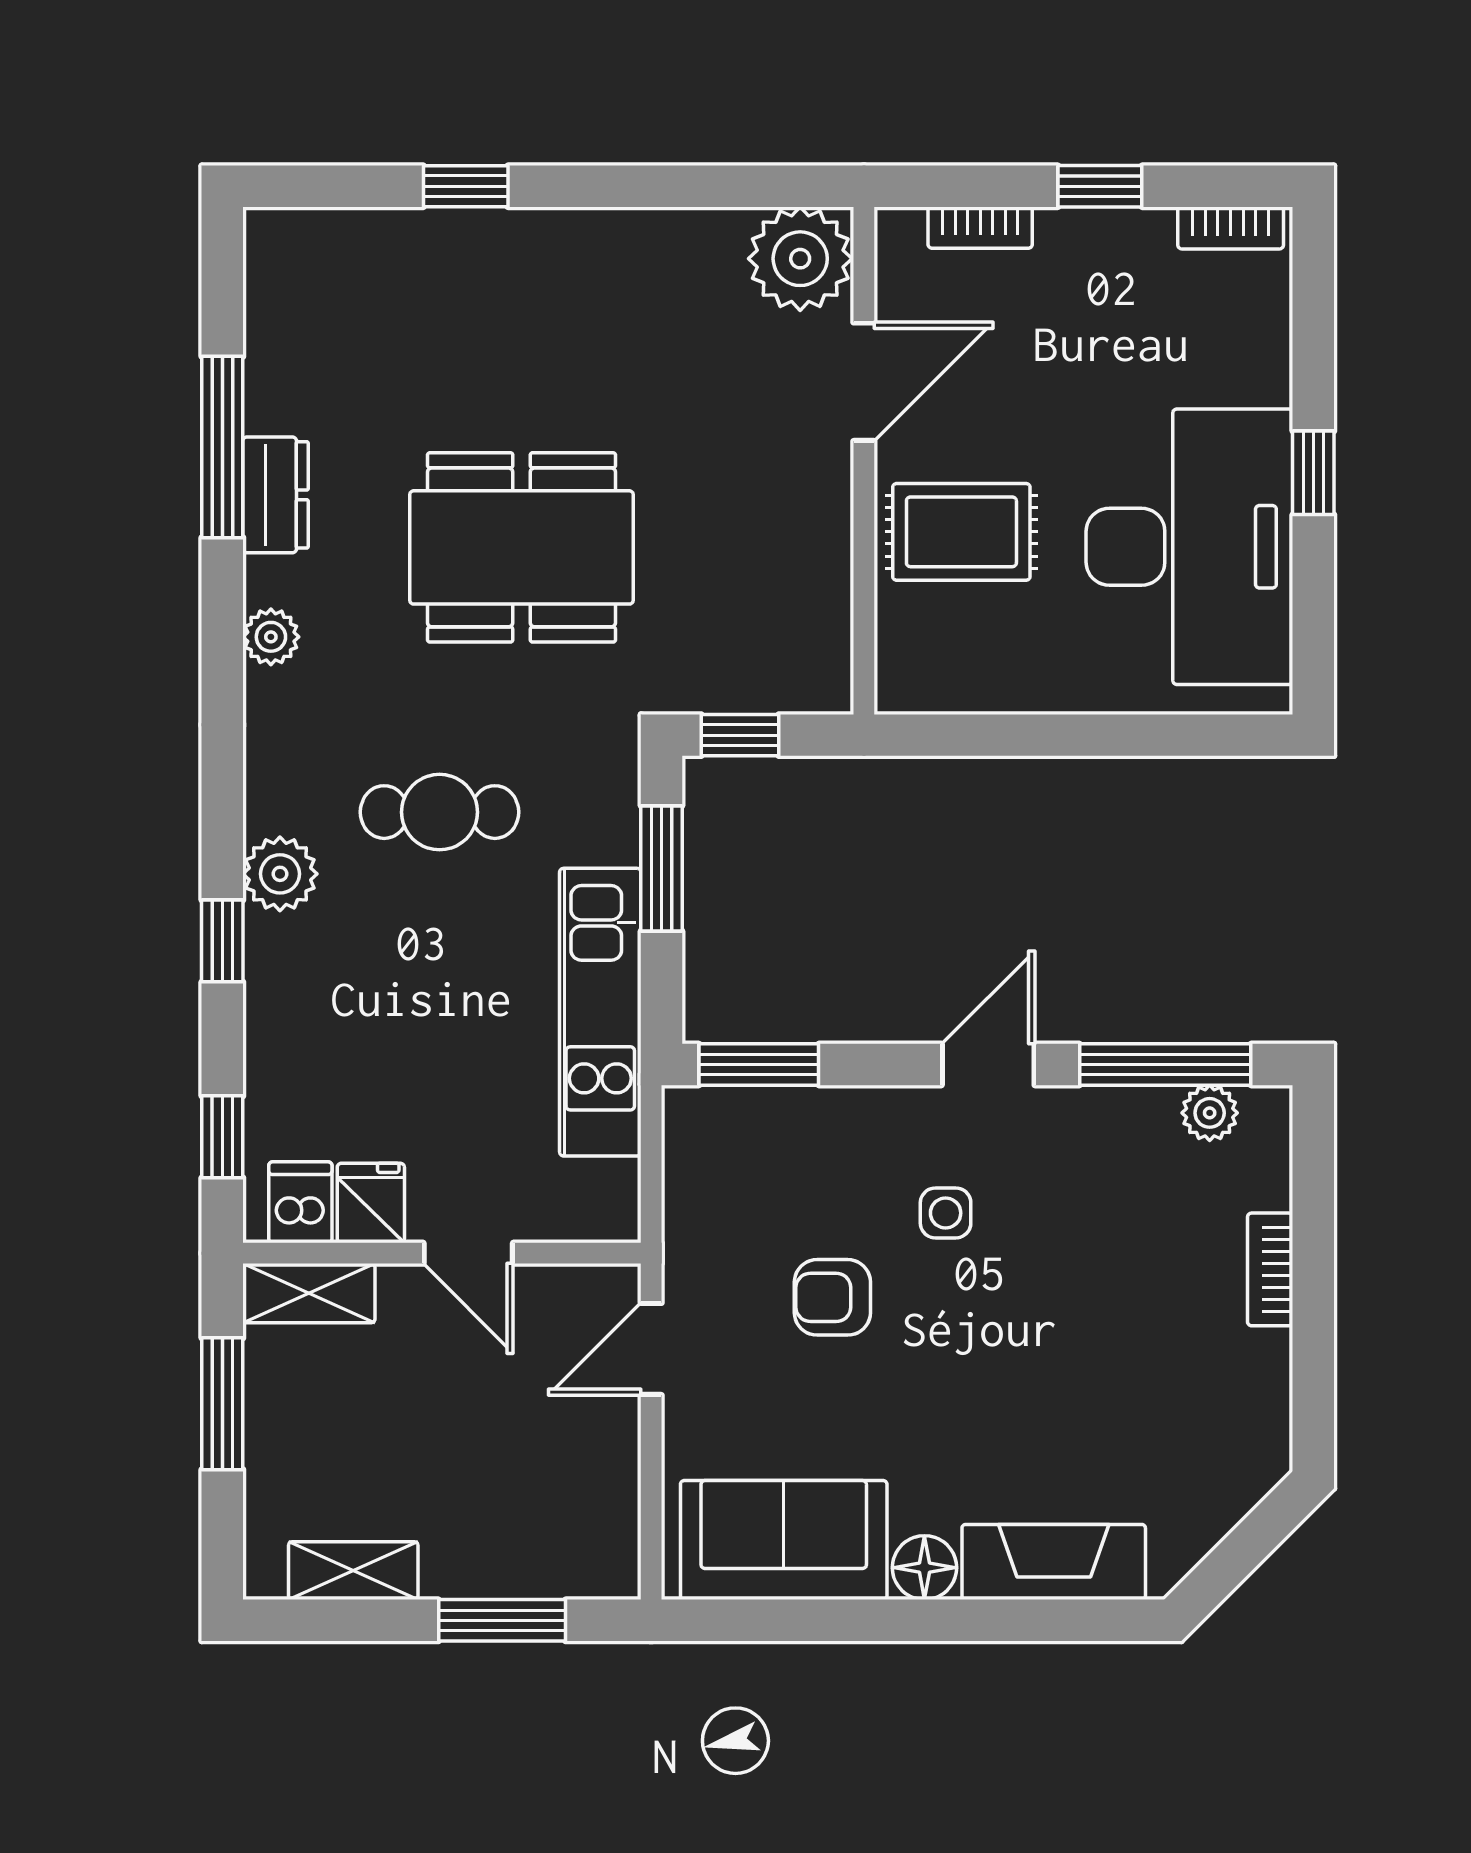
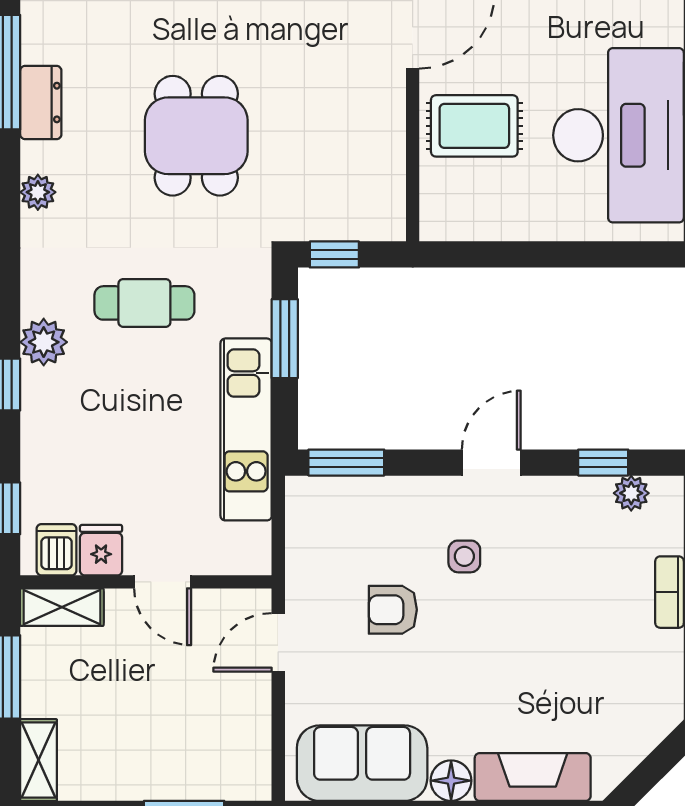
dining table: (522, 547) -> (196, 136), width x0.73
window: (1165, 1065) -> (603, 463), width x0.46
shelving: (353, 1571) -> (39, 760), moved, turned 90

